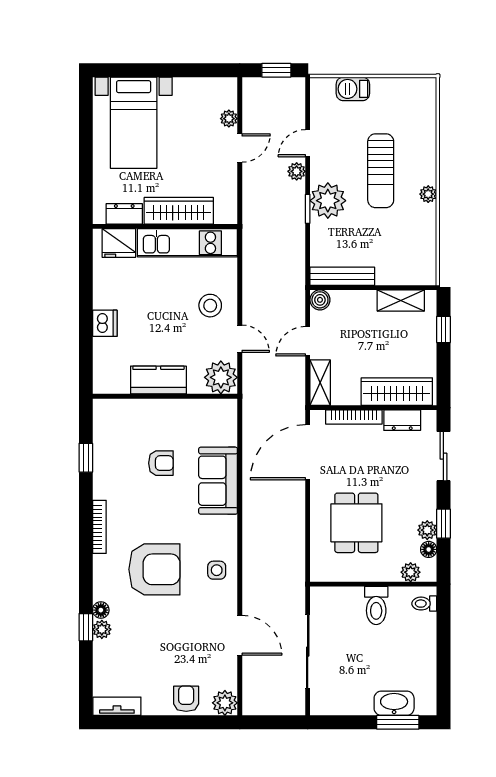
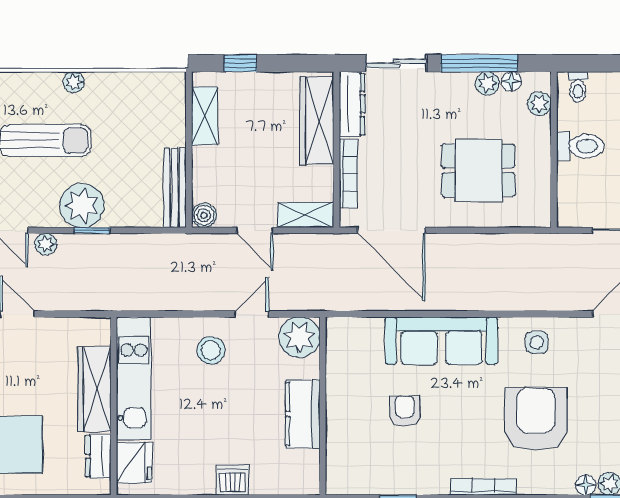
dresser: (402, 420) -> (352, 104), width x1.44
sofa: (218, 481) -> (441, 341), width x1.36
window: (443, 524) -> (479, 63), width x2.17

